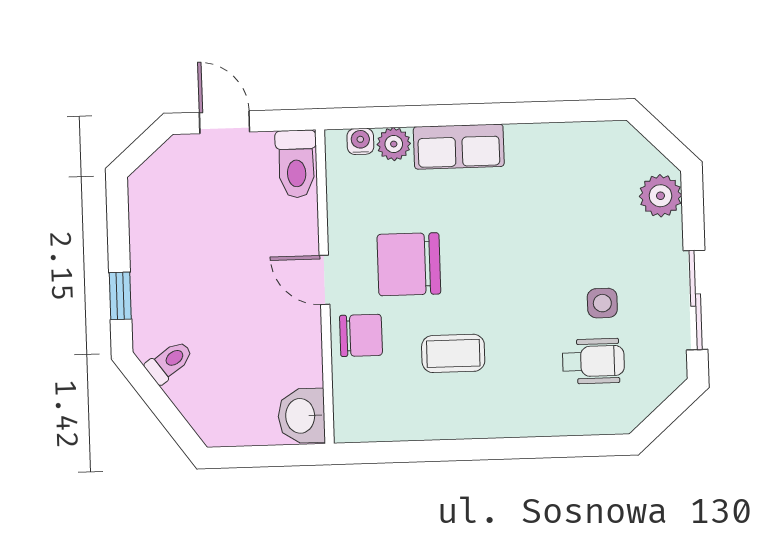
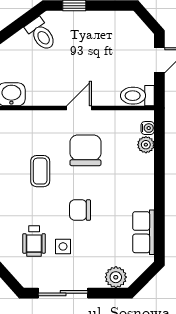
row of seats: (459, 147) -> (144, 232), moved
chair: (361, 335) -> (80, 210), moved, turned 90
toilet: (169, 362) -> (41, 34), width x1.37, depth x1.39

